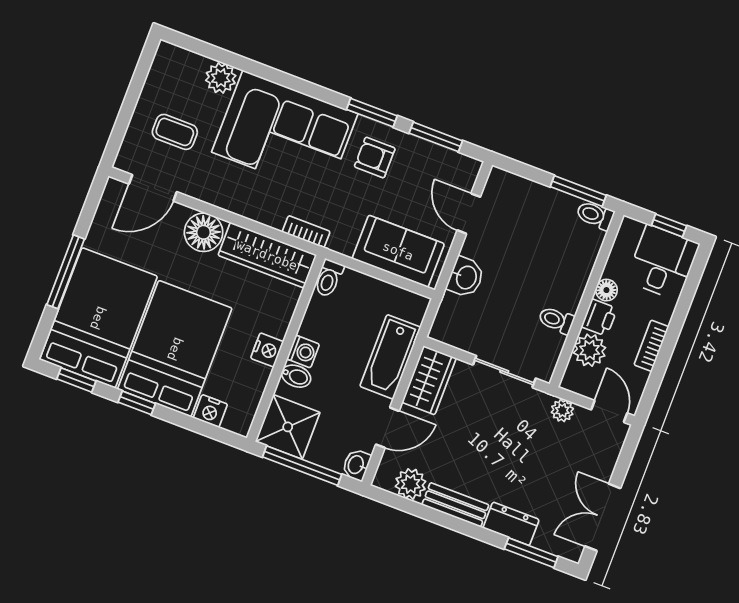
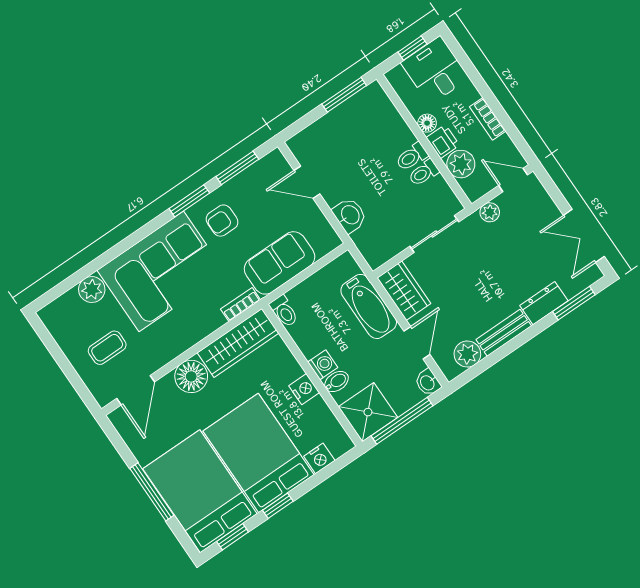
toilet: (595, 215) -> (412, 157), moved
sofa: (398, 251) -> (280, 263), moved

